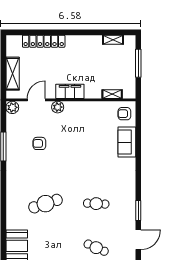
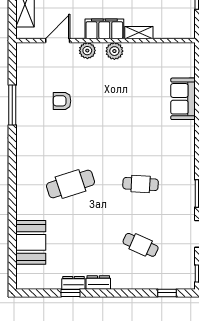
shelving: (112, 94) -> (139, 33), moved
plant: (12, 107) -> (114, 51), moved
armchair: (124, 114) -> (180, 60), removed

